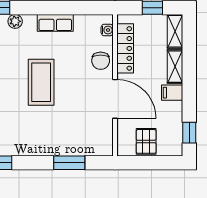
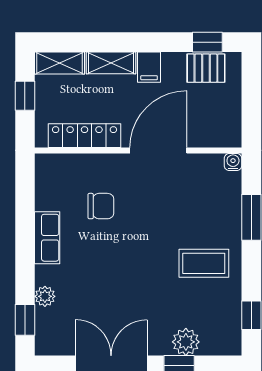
water cooler: (107, 30) -> (233, 162), moved
chair: (101, 61) -> (101, 206), moved
coffee table: (41, 82) -> (204, 263), moved, width x0.73, depth x0.76
pallet: (146, 141) -> (206, 68), moved

